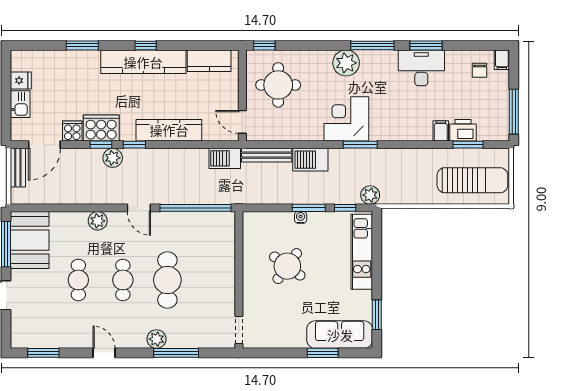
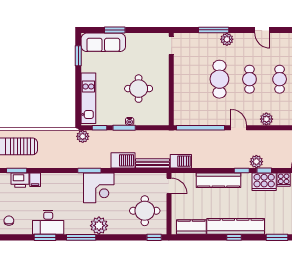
round table: (287, 266) -> (139, 89), turned -36

